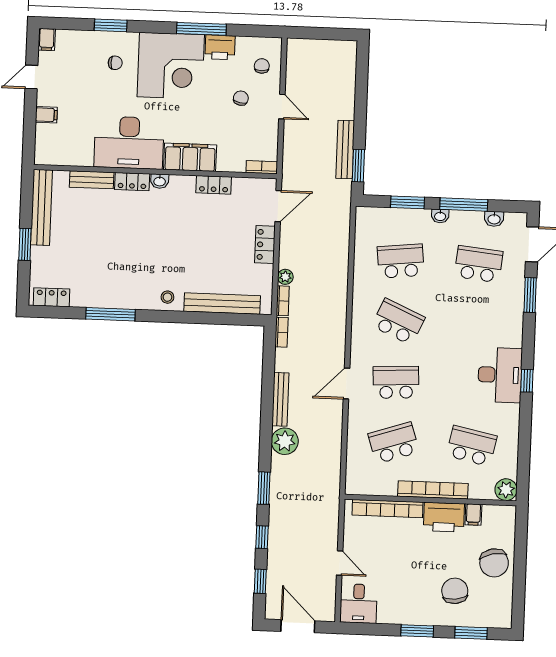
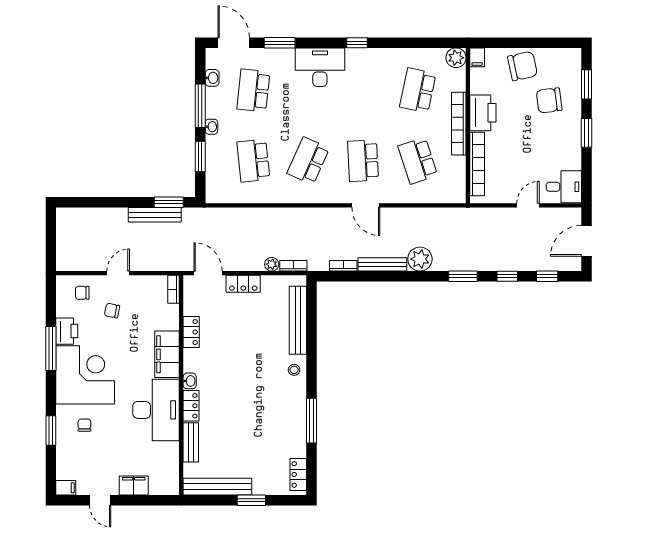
filing cabinet: (46, 115) -> (134, 486), width x2.00
bookcase: (282, 332) -> (343, 266), moved
desk: (500, 375) -> (320, 67), moved
filing cabinet: (473, 515) -> (477, 57), moved, turned 90

